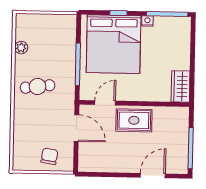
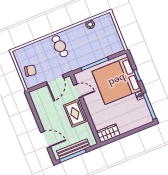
cafe table: (38, 86) -> (60, 46), moved
bench: (182, 143) -> (73, 149), added

